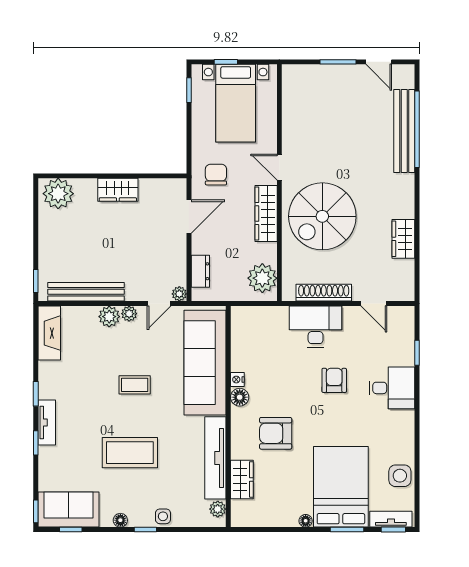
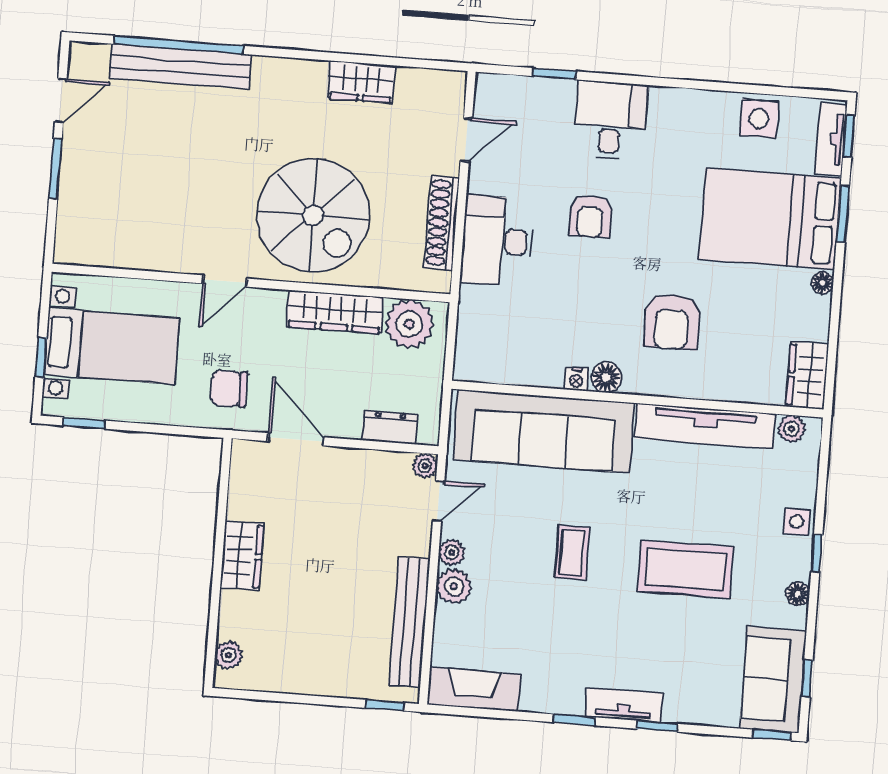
plant: (58, 194) -> (229, 655), width x0.53, depth x0.53
wardrobe: (266, 214) -> (335, 312), moved
door: (159, 304) -> (439, 501), hinge flipped
armchair: (334, 380) -> (590, 216), turned -90
coffee table: (130, 453) -> (685, 569), turned 90
wardrobe: (242, 479) -> (807, 375), moved, turned -90

